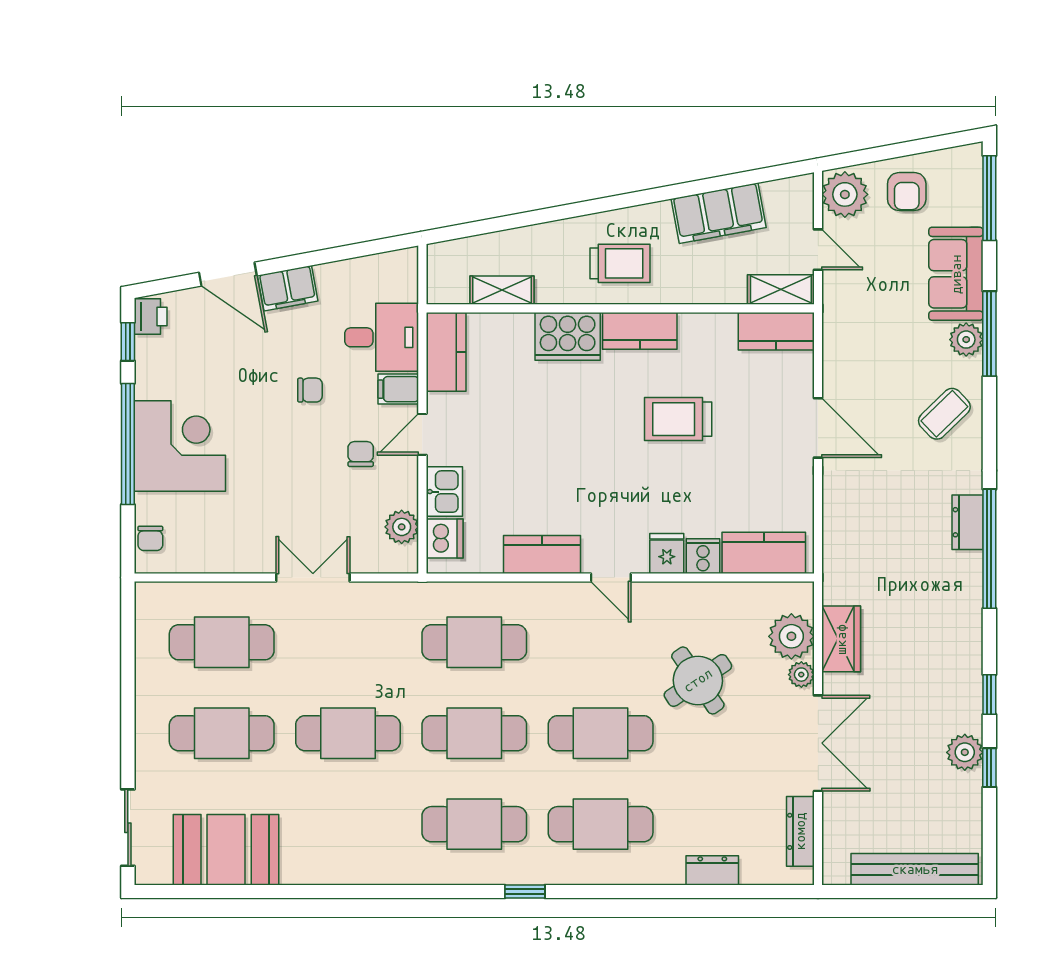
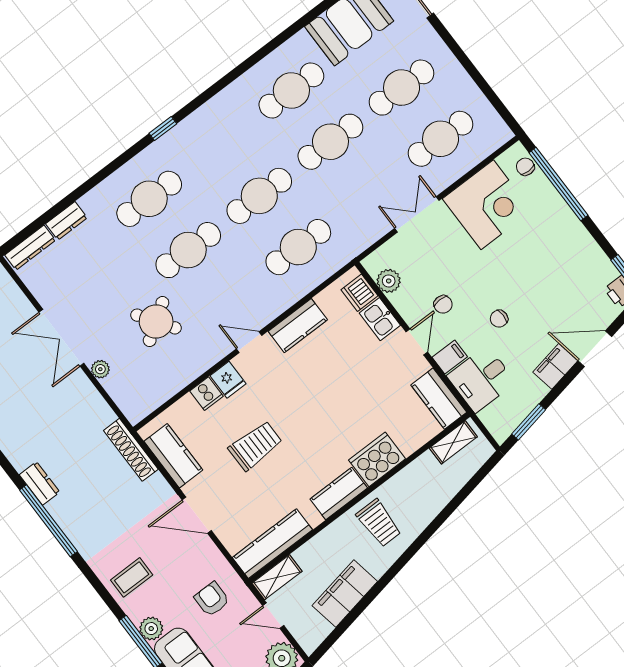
window: (365, 249) -> (529, 422), added
trolley: (620, 263) -> (379, 523), turned -90
shelving: (502, 290) -> (453, 442), moved
armchair: (873, 321) -> (212, 599), added
kitchen counter: (776, 331) -> (272, 544), width x1.50
coffee table: (944, 414) -> (132, 577), turned 44
trolley: (678, 419) -> (255, 446), moved
window: (128, 444) -> (558, 184), moved
corner desk: (180, 446) -> (487, 205), moved, turned -90
dresser: (967, 522) -> (39, 483), moved
kitchen counter: (764, 553) -> (173, 456), moved, turned -90
shoe rack: (836, 558) -> (131, 450), added
double door: (313, 578) -> (417, 214), swing flipped
plant: (791, 636) -> (122, 386), removed
wardrobe: (841, 639) -> (93, 406), removed
cafe table: (474, 824) -> (291, 90), moved
dresser: (800, 831) -> (30, 248), moved, turned 90

